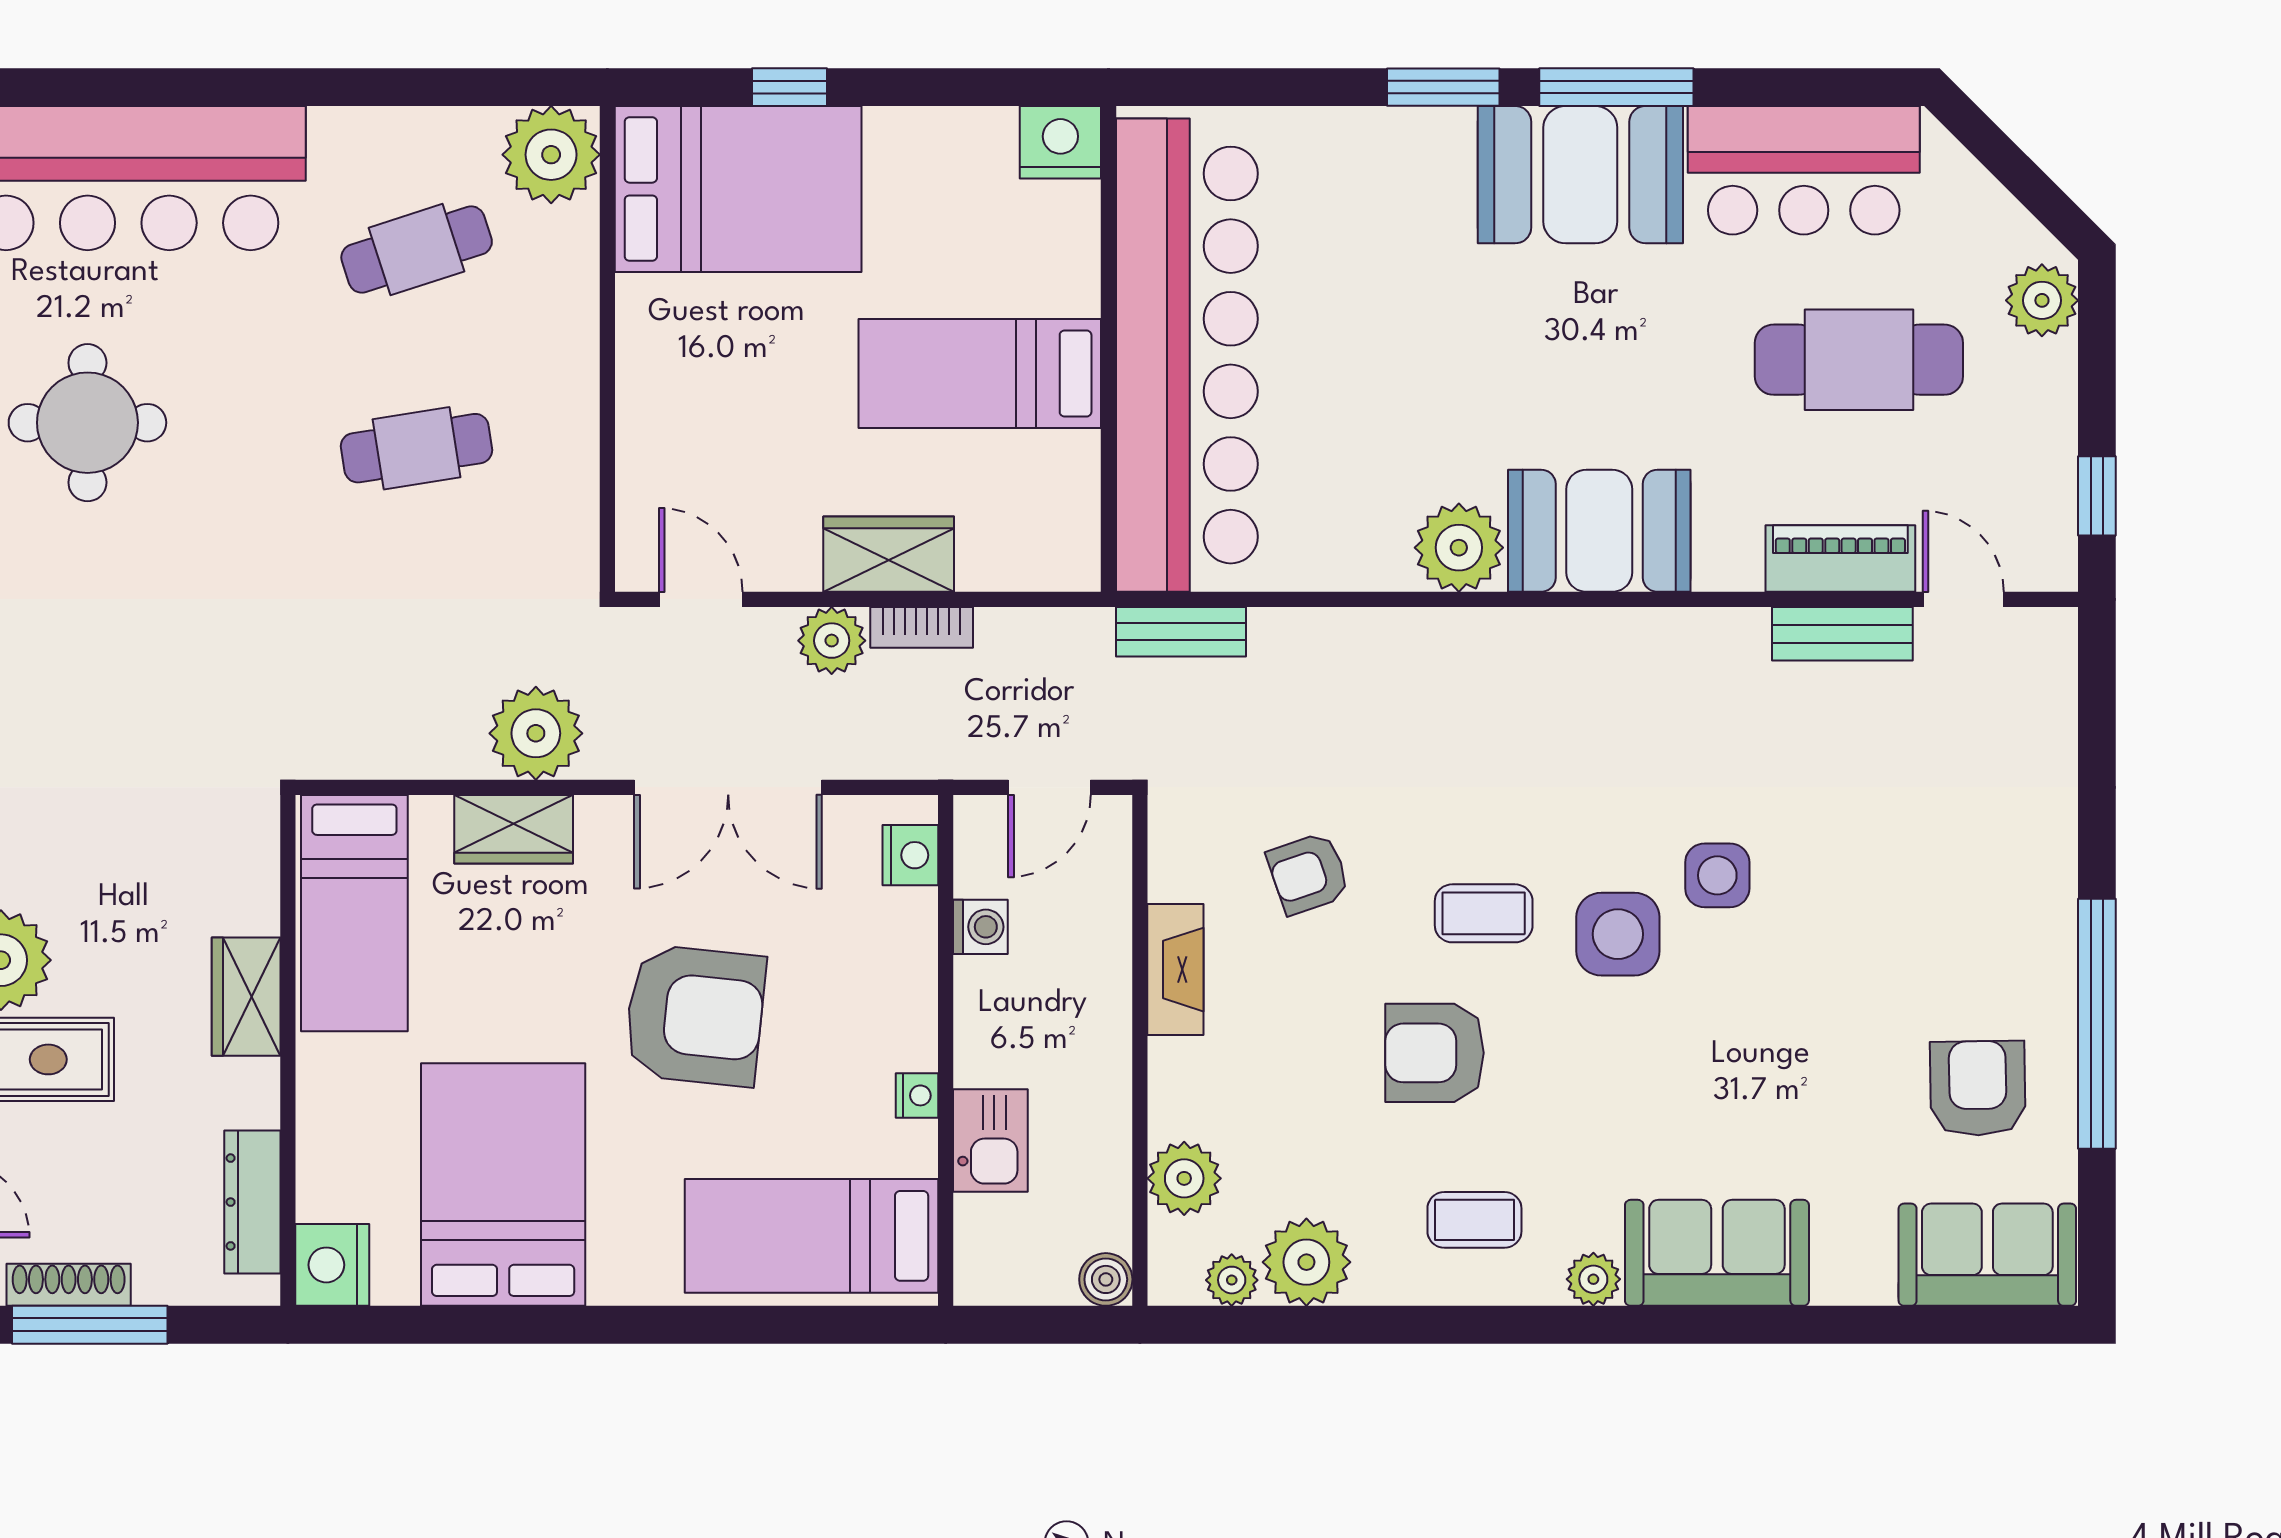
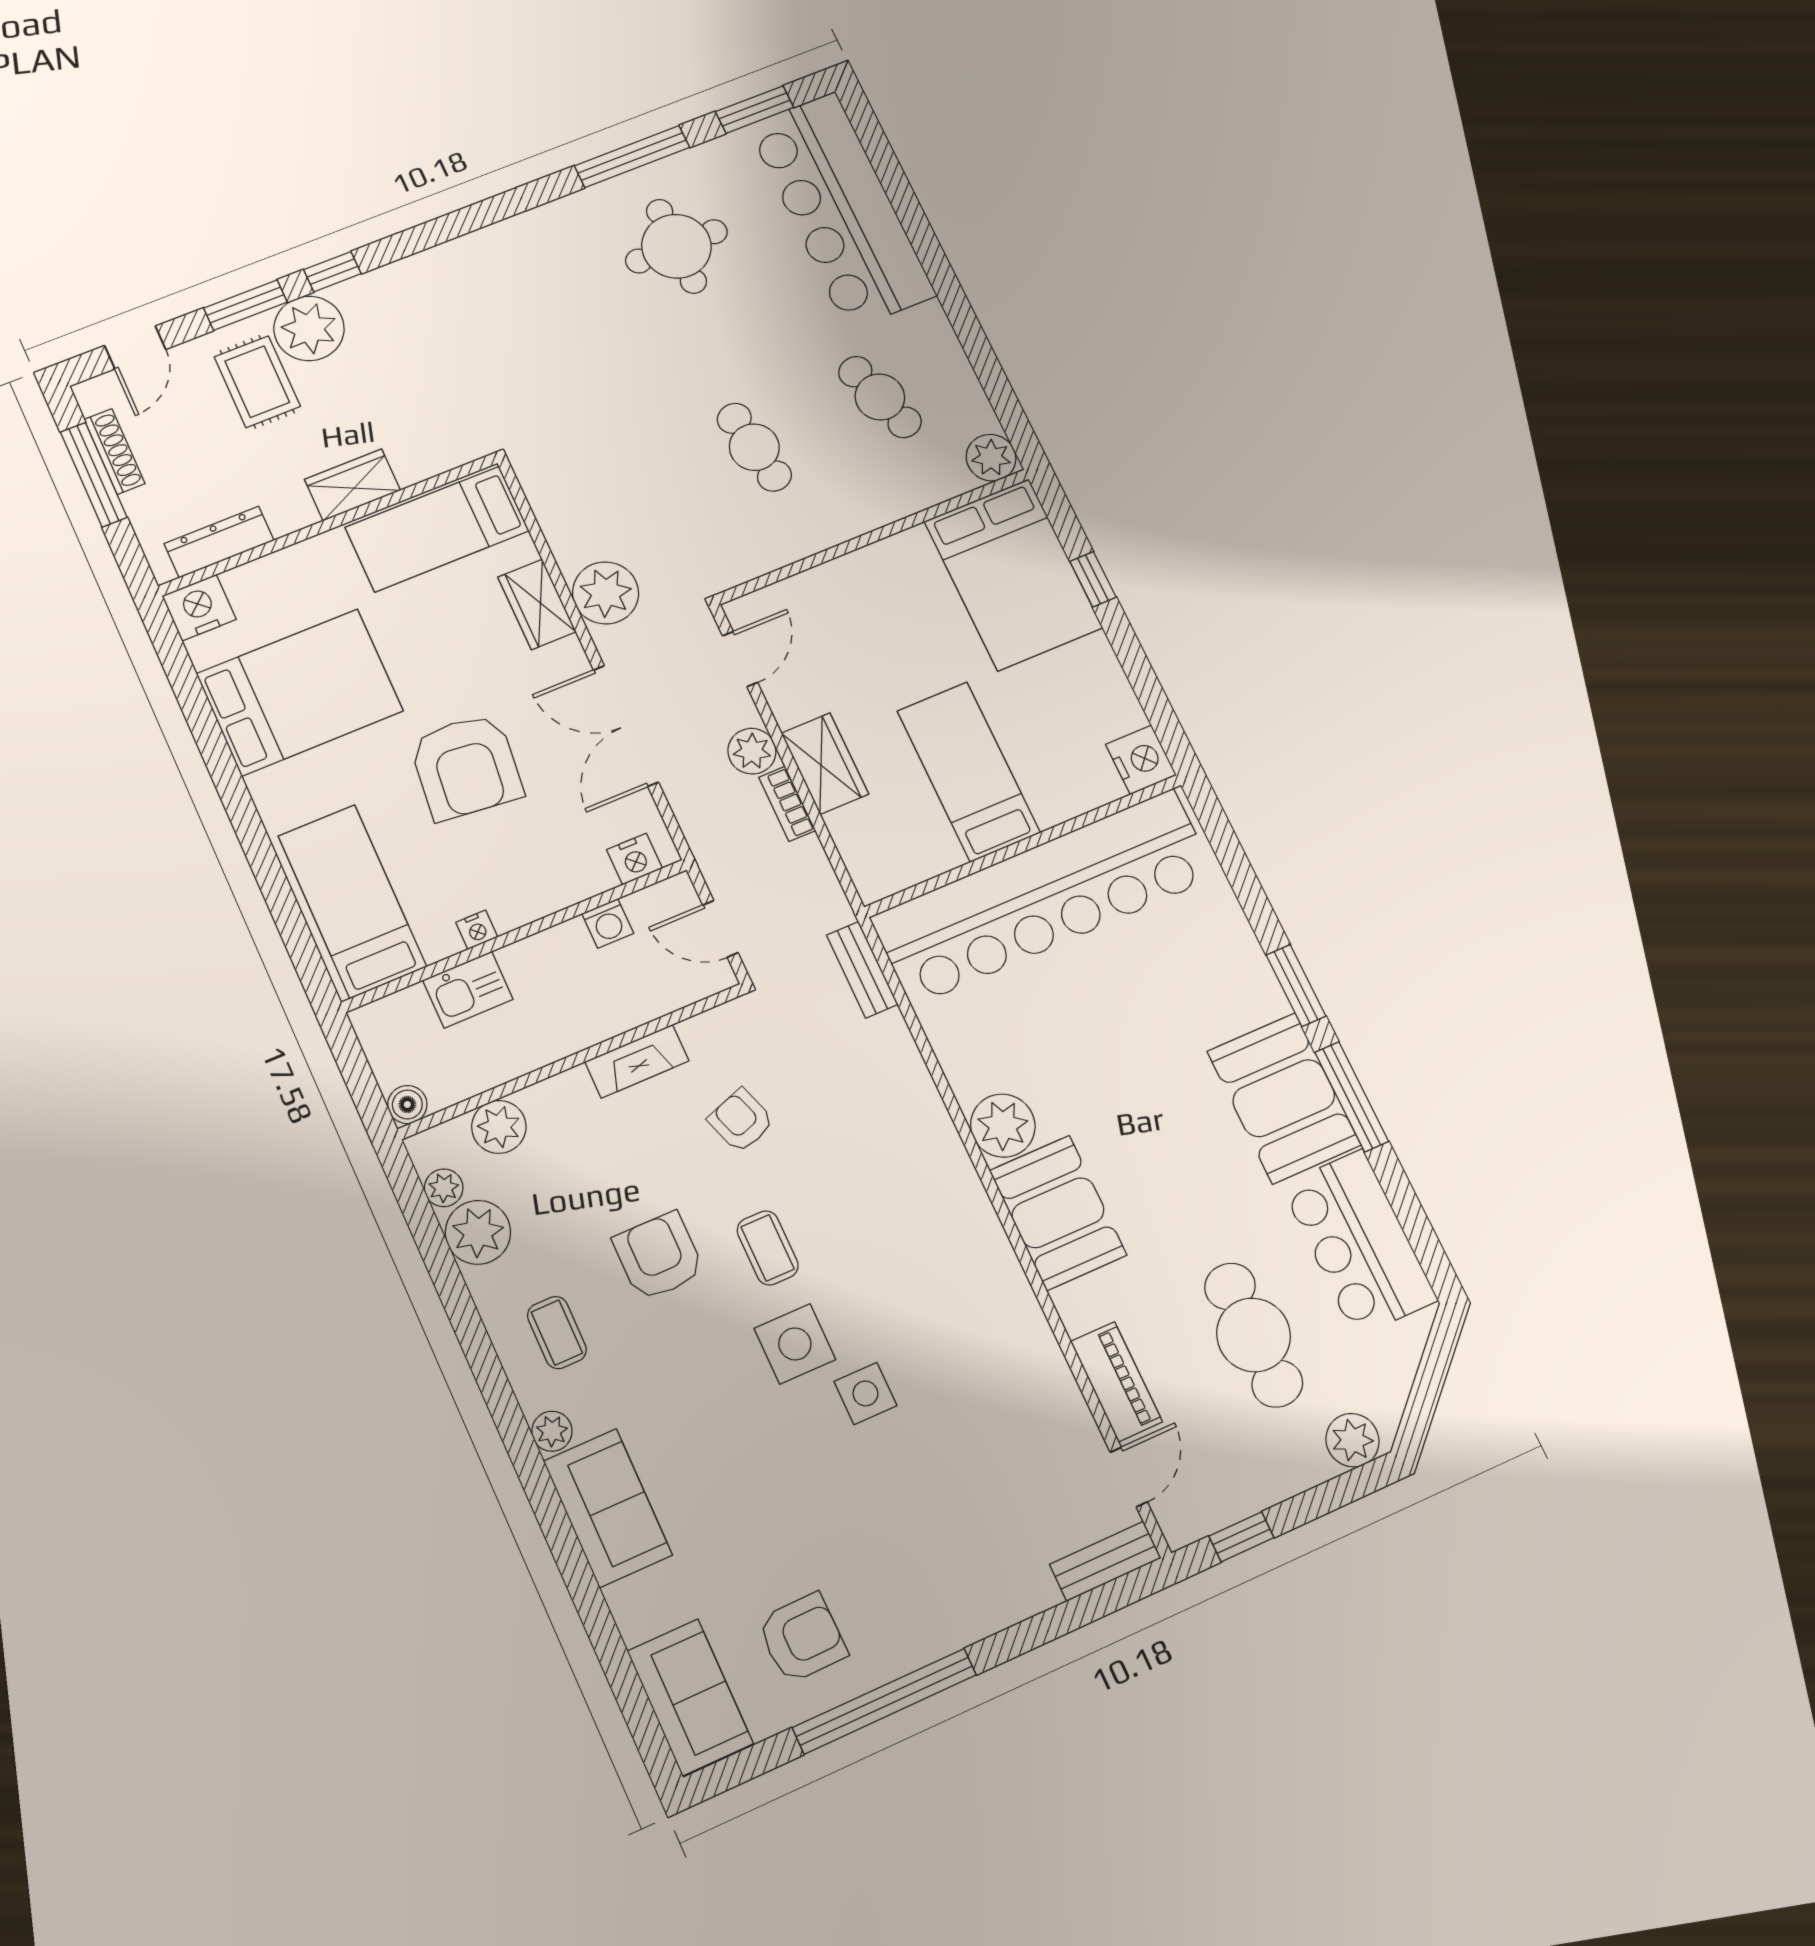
plant: (551, 155) -> (991, 458), width x0.73, depth x0.73
bench: (1842, 634) -> (1105, 1561), moved, turned 90

